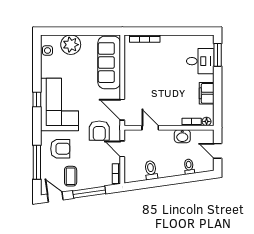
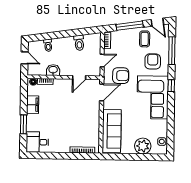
window: (218, 55) -> (23, 124), moved
desk: (200, 61) -> (37, 142), moved
window: (37, 99) -> (171, 86), moved
door: (122, 110) -> (102, 92), hinge flipped
door: (150, 128) -> (79, 77), hinge flipped
armchair: (99, 131) -> (121, 76), turned 90
armchair: (60, 149) -> (153, 61), turned 90
door: (122, 149) -> (102, 60), hinge flipped

